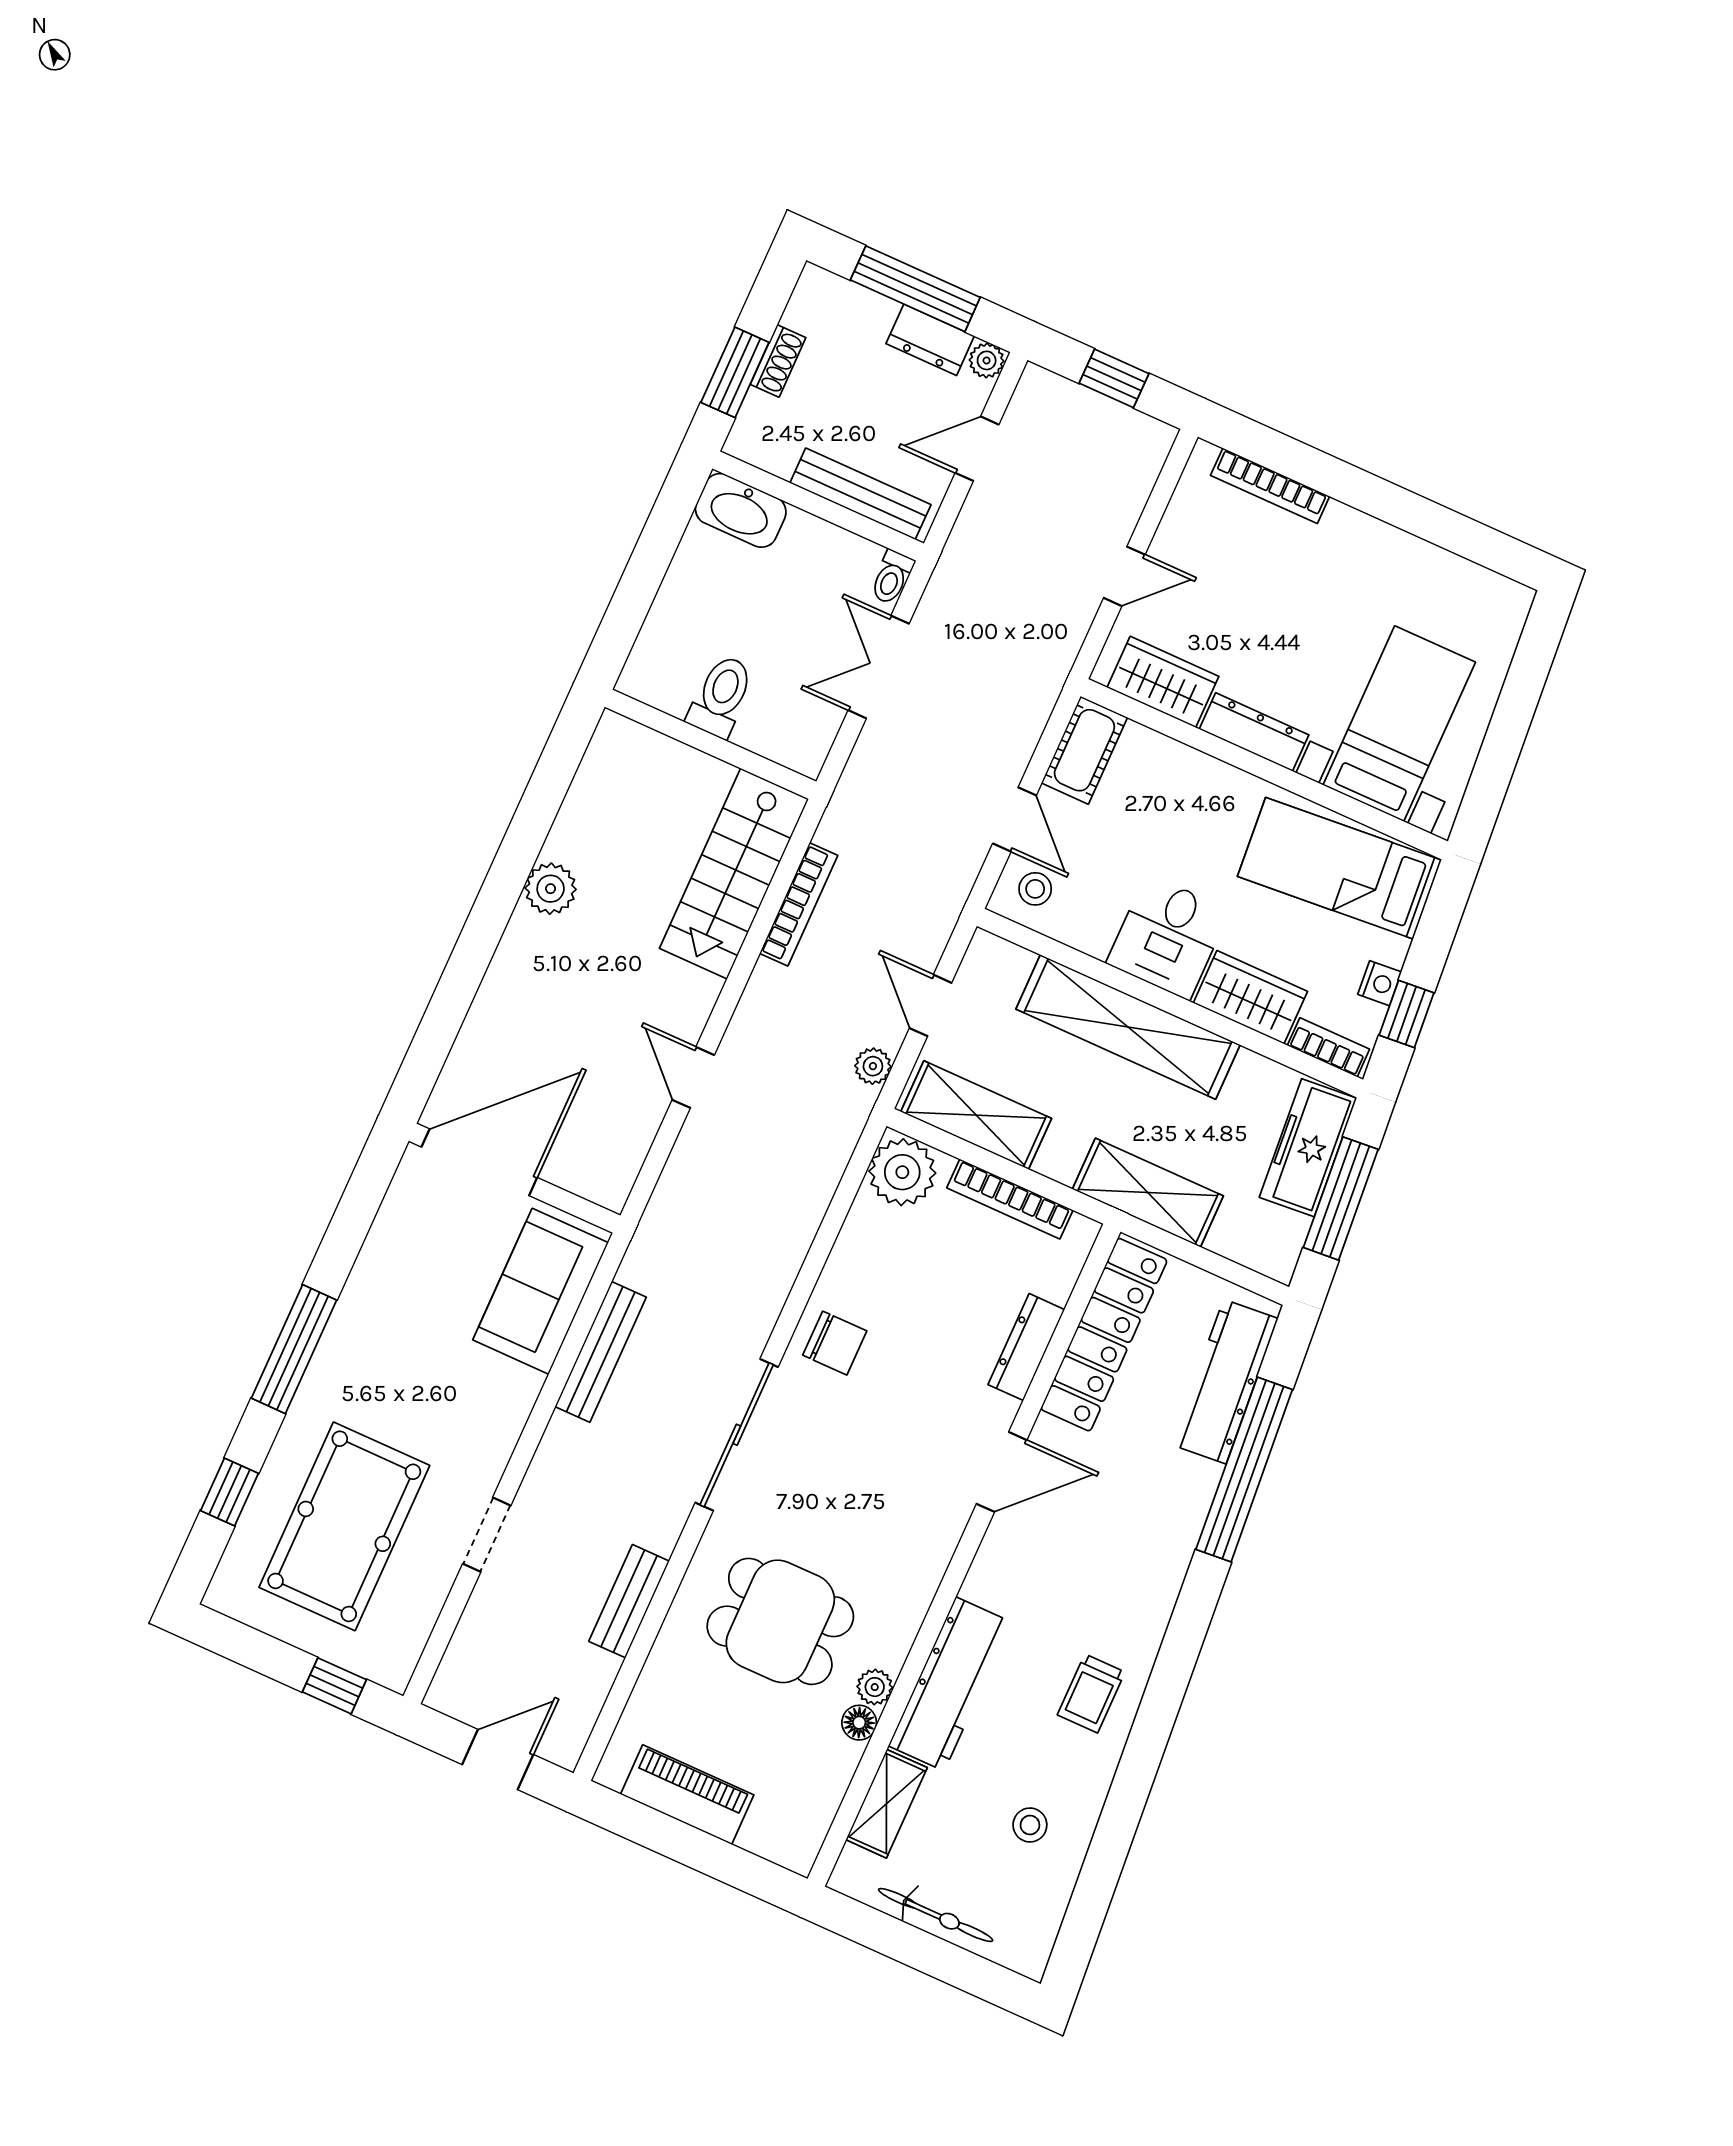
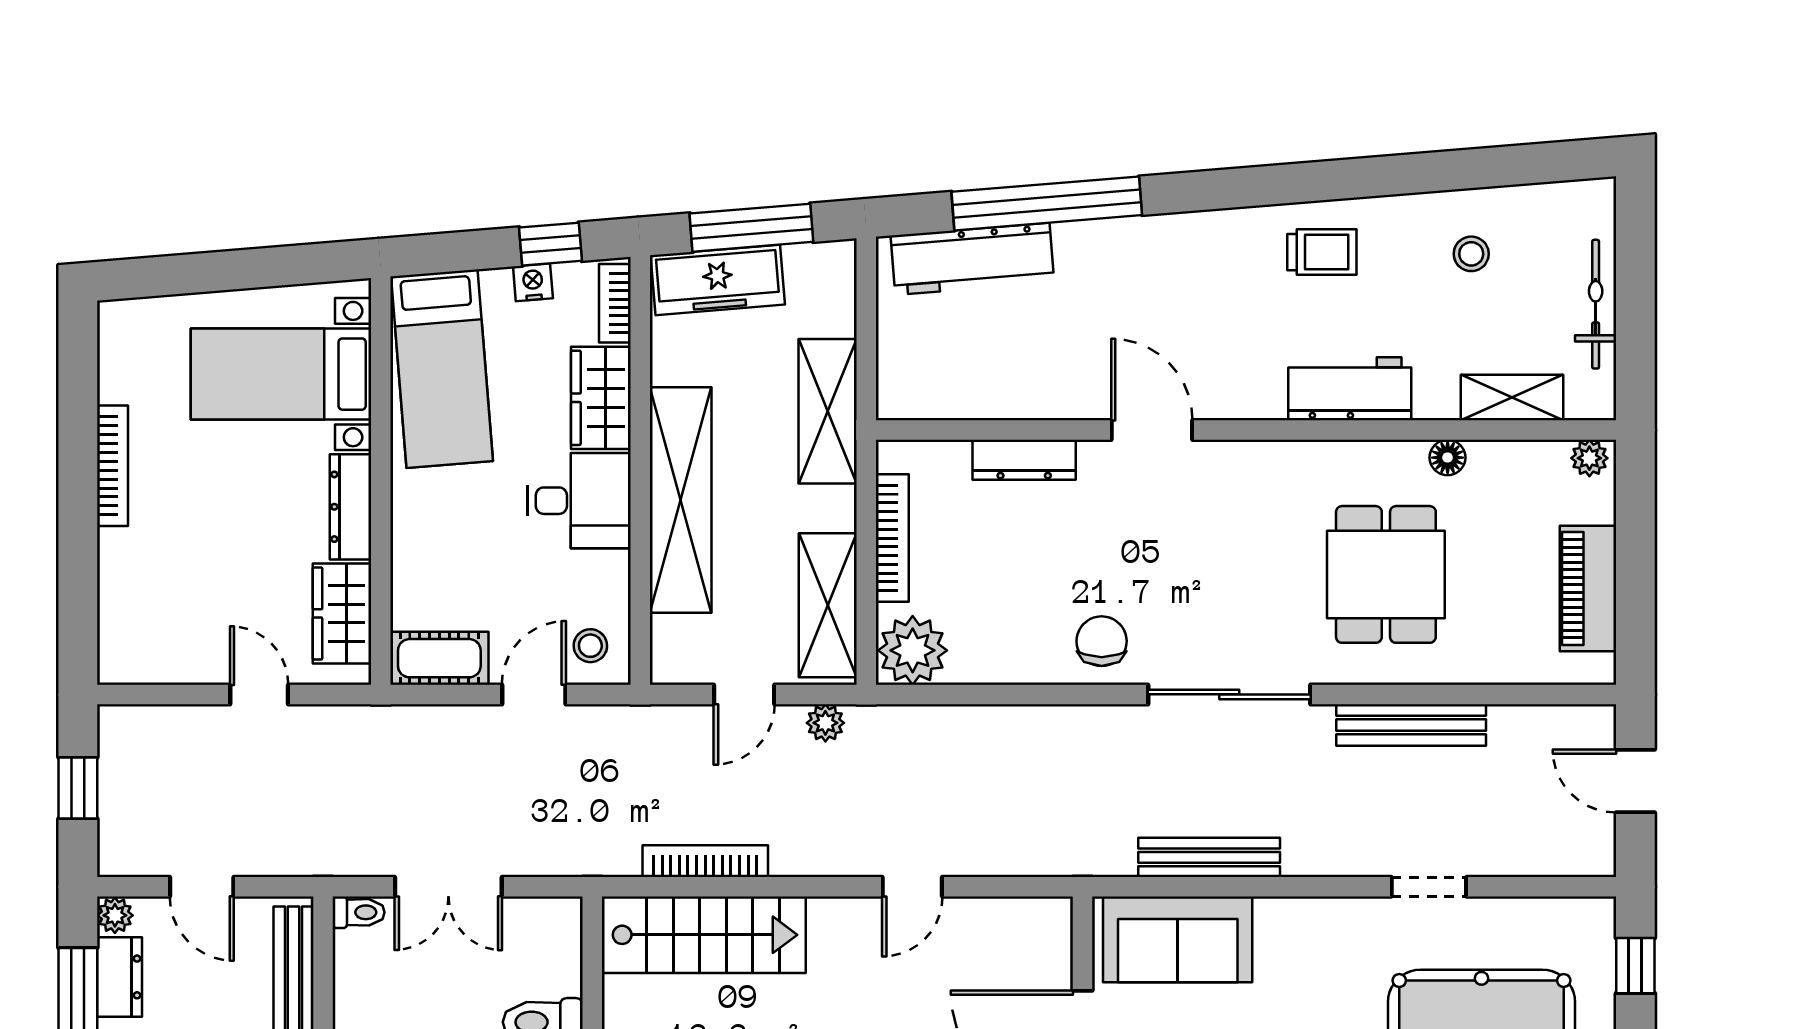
bookcase: (1270, 486) -> (112, 466), moved
locker: (1104, 1335) -> (980, 392), removed
bench: (629, 1601) -> (1411, 725), width x1.36
workbench: (950, 1684) -> (1350, 389), width x0.73
plant: (875, 1687) -> (1589, 458), moved

